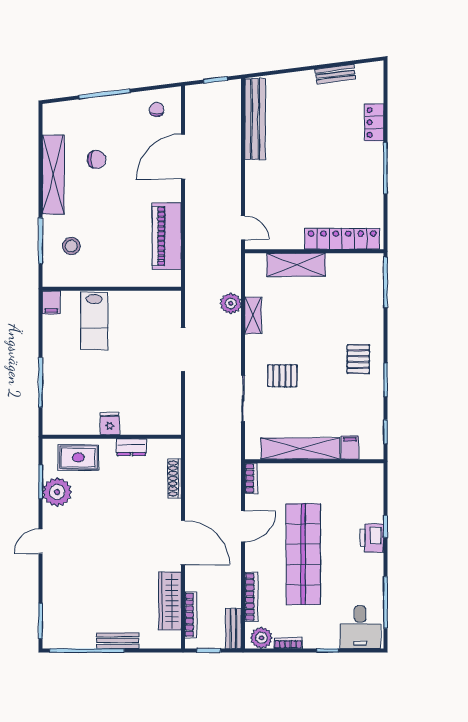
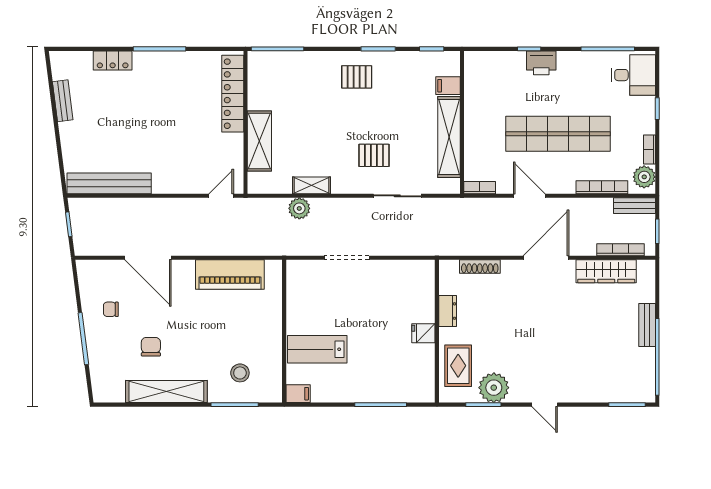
chair: (157, 109) -> (111, 309), moved
lab bench: (94, 321) -> (317, 349), turned 180
pallet: (282, 376) -> (374, 155), turned 90

